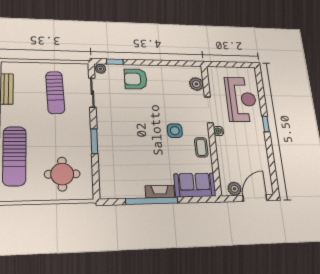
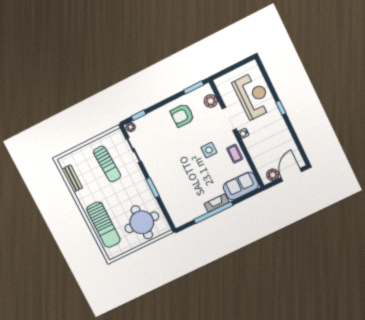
window: (184, 63) -> (194, 87), added
armchair: (136, 79) -> (182, 115), moved
round table: (62, 174) -> (142, 222), width x1.36, depth x1.36

